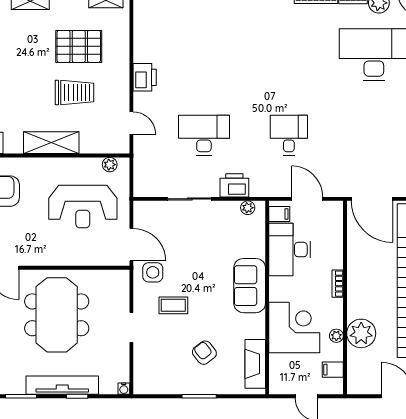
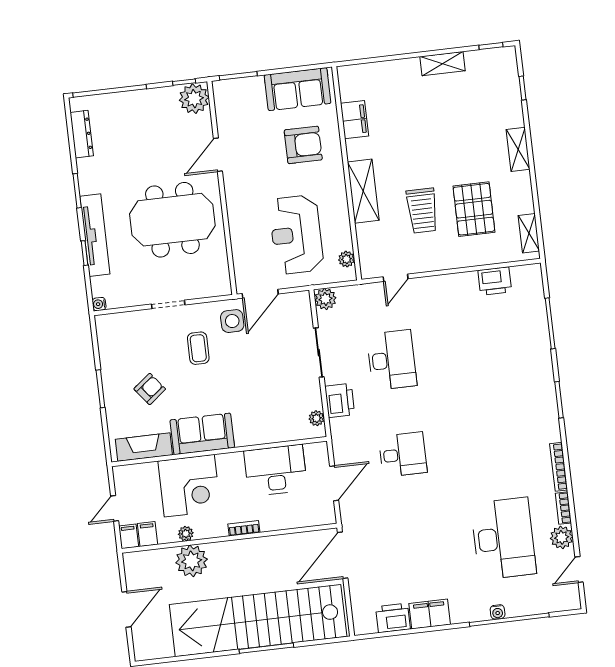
printer: (145, 77) -> (495, 281), moved
plant: (143, 187) -> (325, 299), added
filing cabinet: (279, 214) -> (129, 536), moved, turned 180
sofa: (250, 286) -> (202, 434), moved

